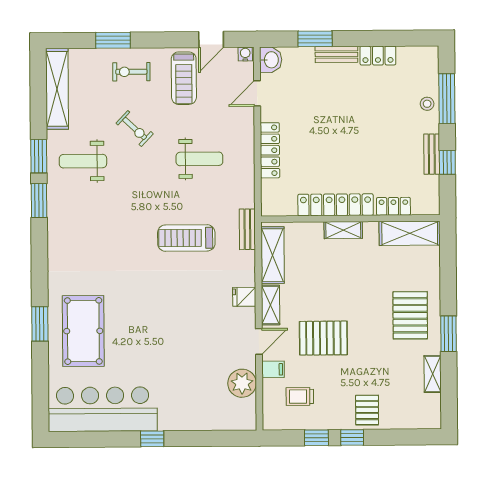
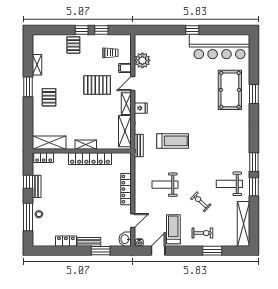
weight bench: (83, 161) -> (229, 184), turned 180
locker: (393, 206) -> (44, 158), moved
pallet: (410, 315) -> (49, 97), width x0.67, depth x0.71

